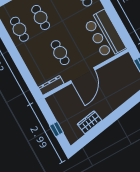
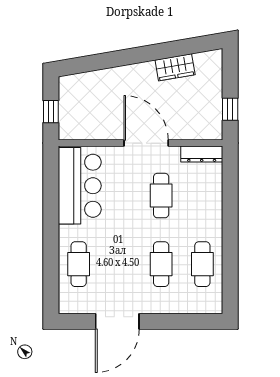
door: (83, 75) -> (146, 143), hinge flipped
window: (56, 129) -> (230, 109), moved

